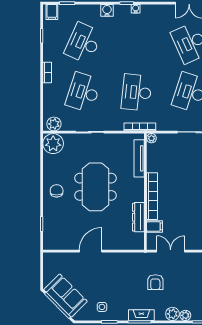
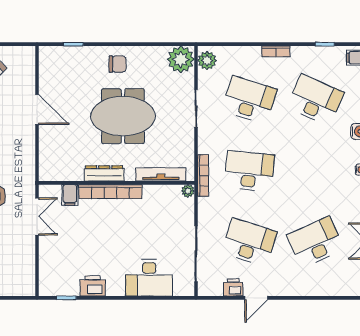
dresser: (138, 217) -> (104, 173), moved

